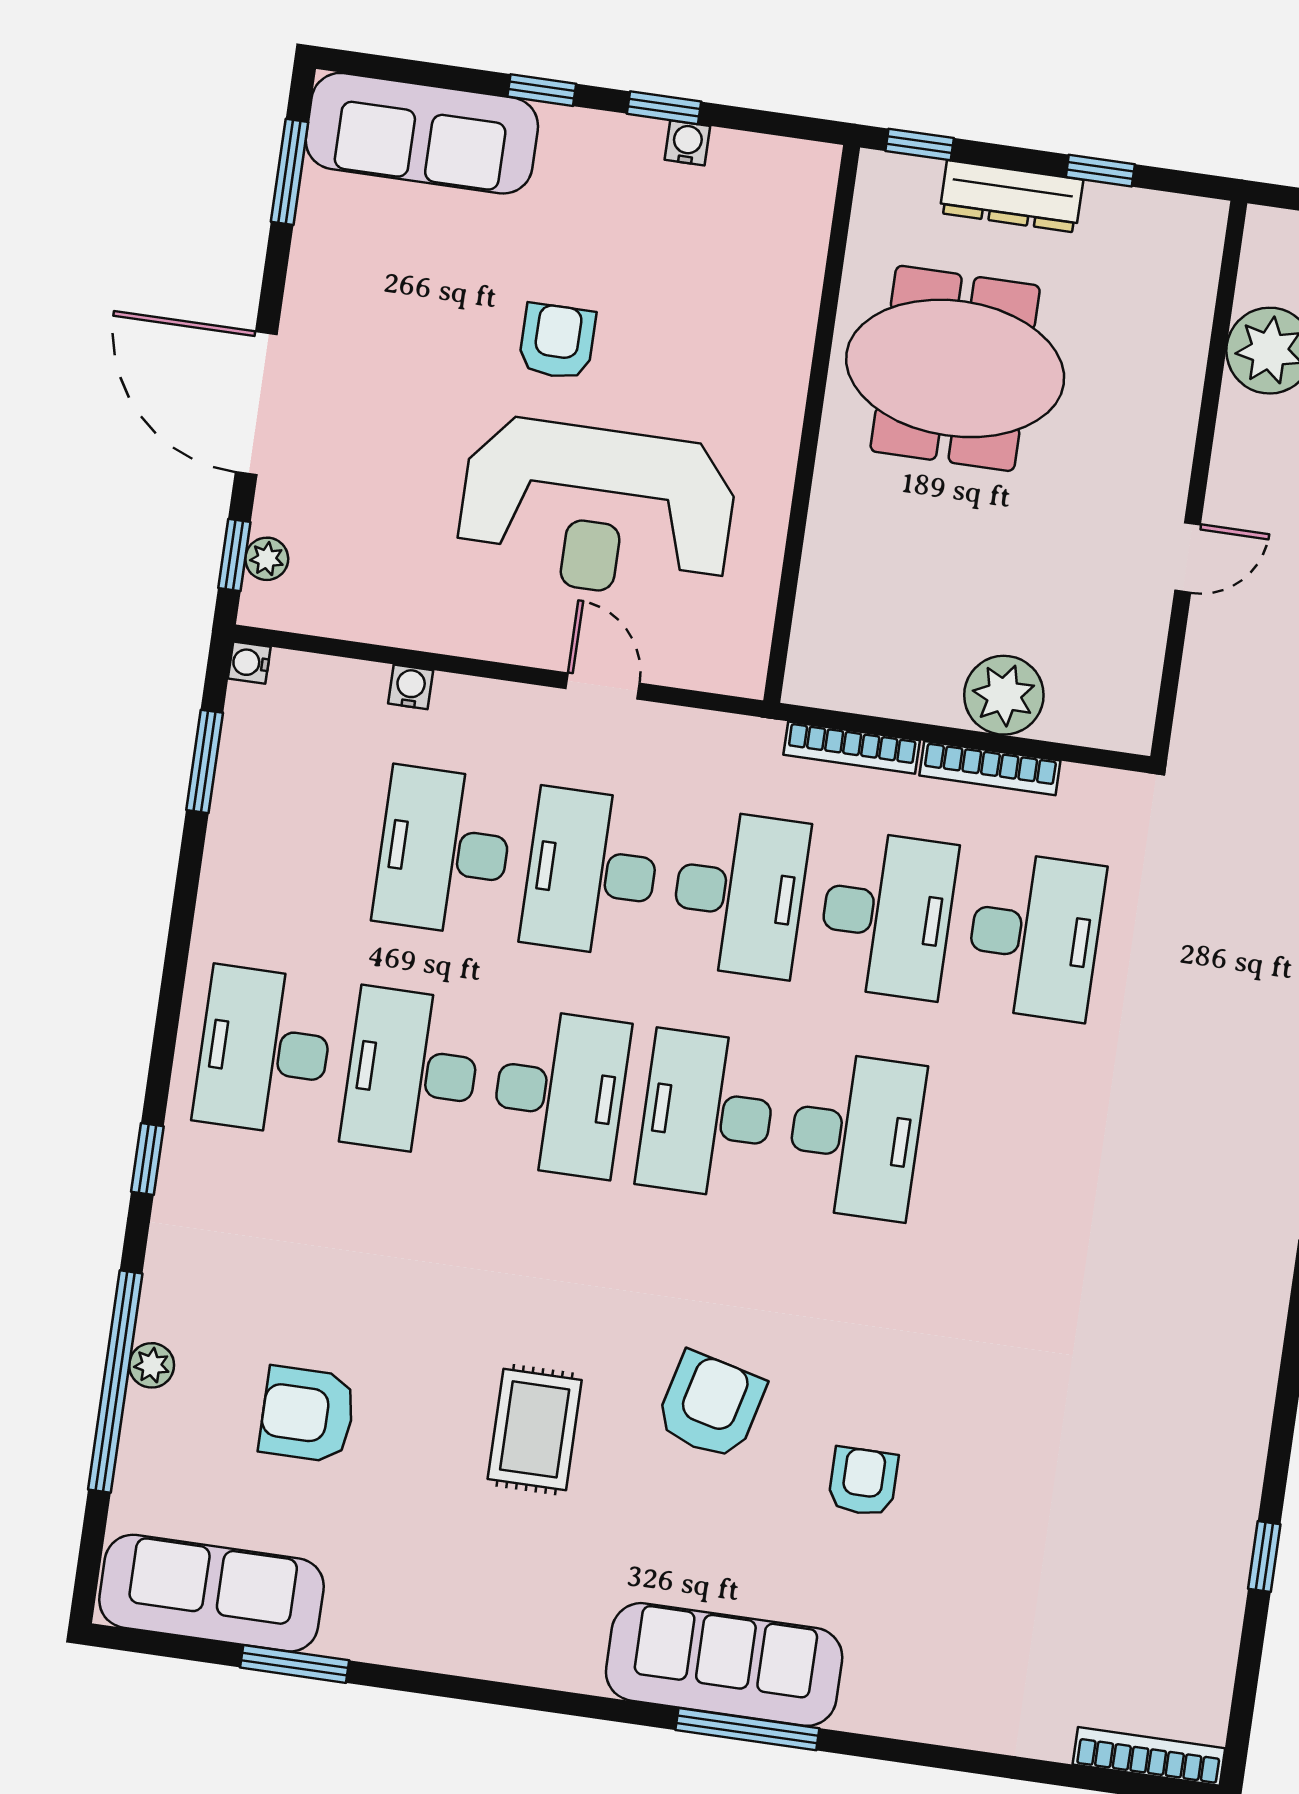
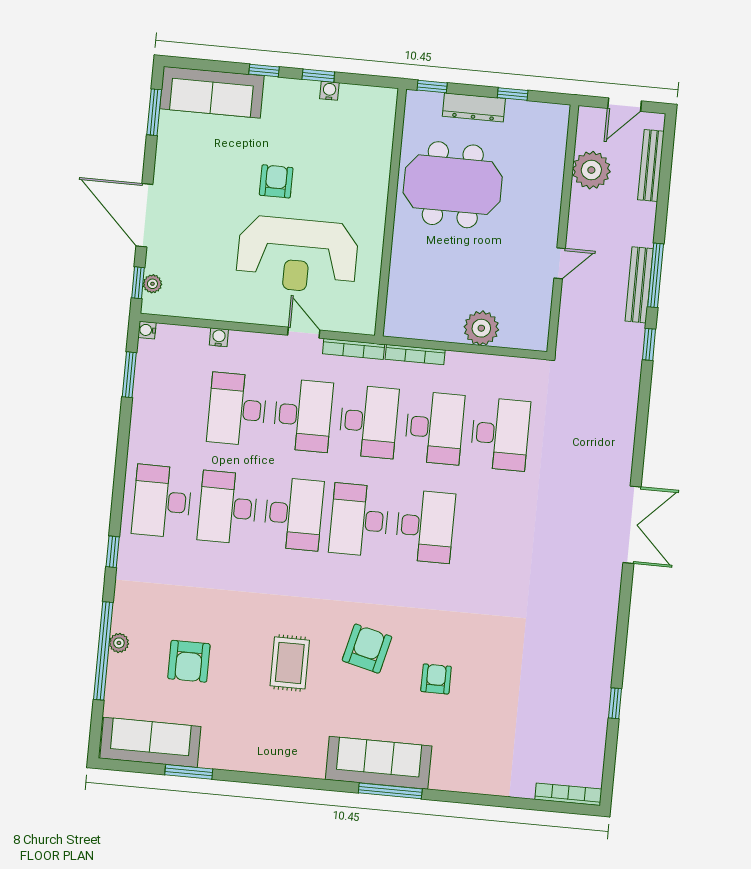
bookcase: (990, 768) -> (354, 349), moved
desk: (592, 872) -> (303, 415), turned 180
armchair: (307, 1414) -> (189, 661), turned -90

